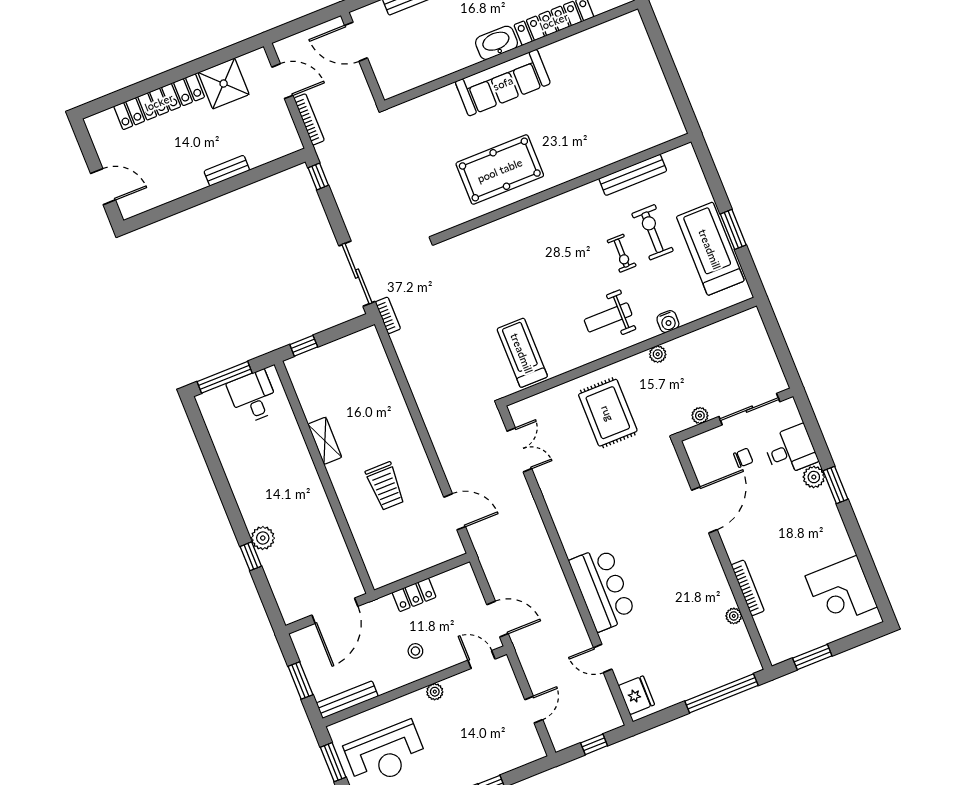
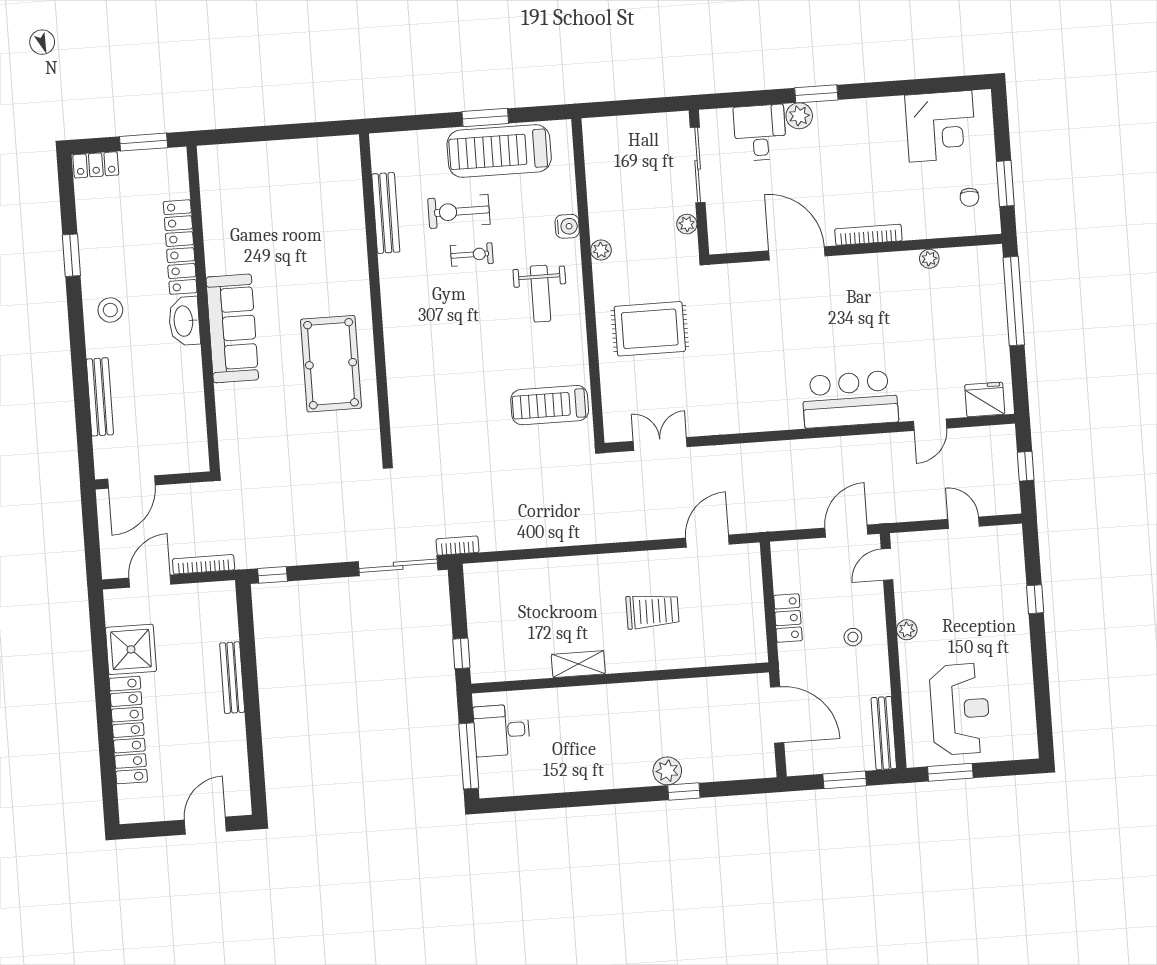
bench: (227, 171) -> (232, 678), width x1.36
chair: (743, 458) -> (969, 197), moved, turned 180
bookcase: (748, 588) -> (868, 235), moved

